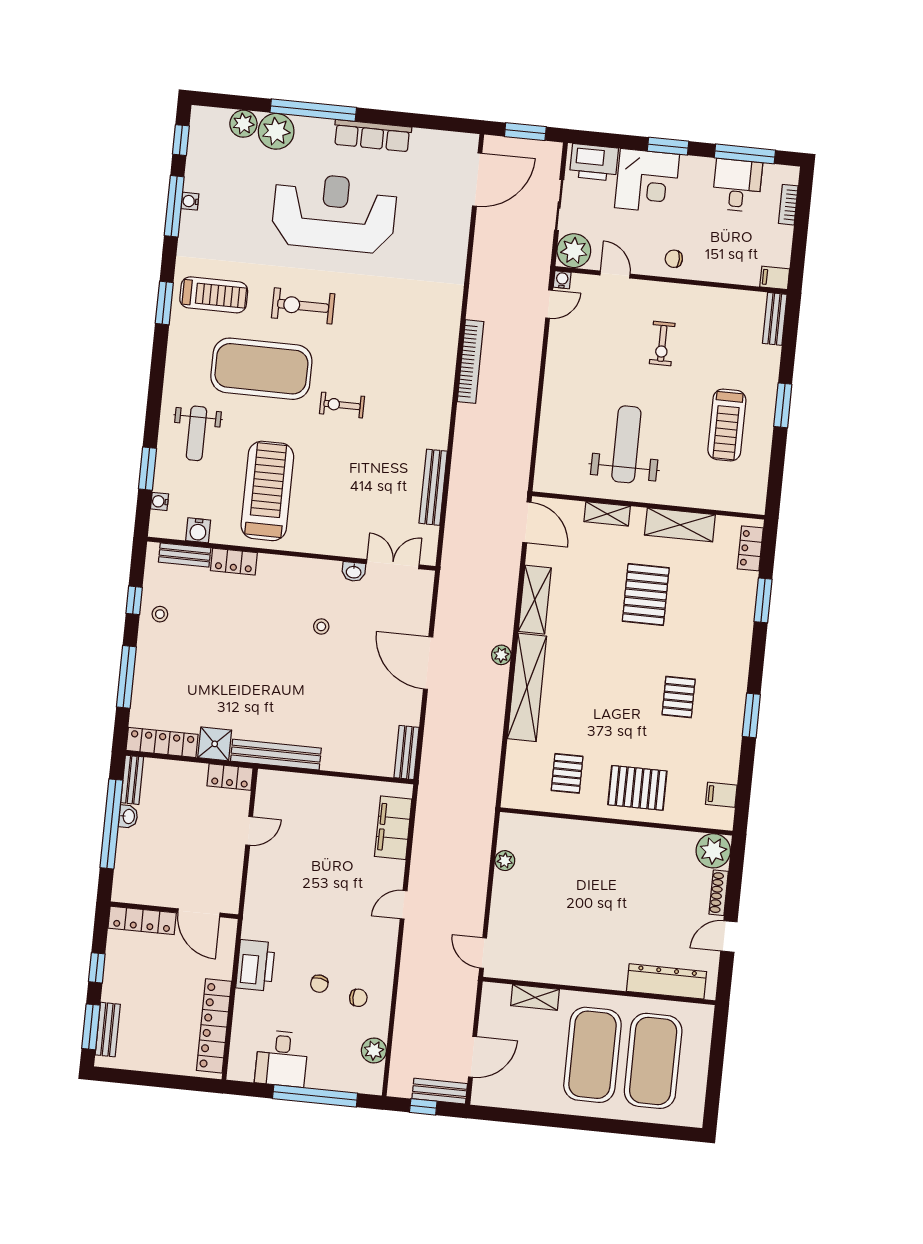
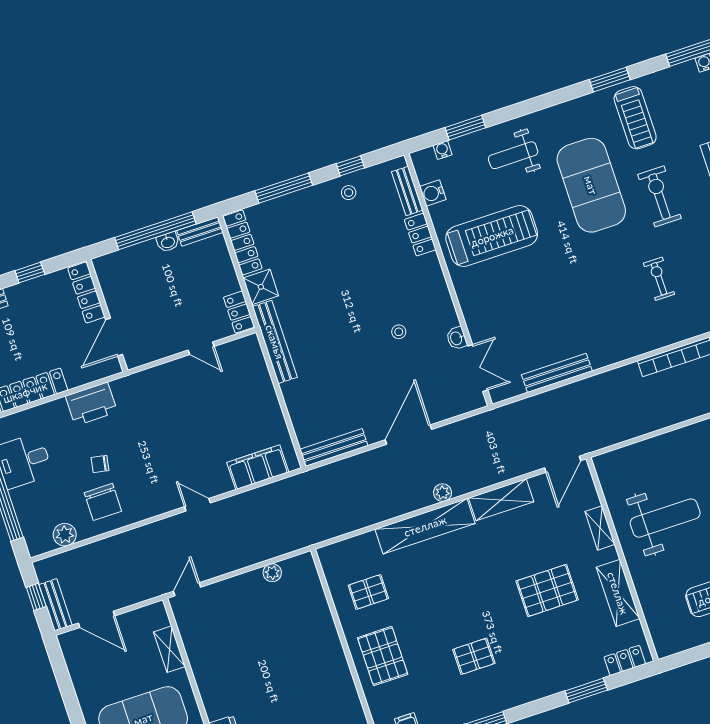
exercise bike: (342, 405) -> (659, 279), moved
bench: (407, 752) -> (334, 447), width x1.36
chair: (358, 998) -> (103, 502), width x1.87, depth x1.87

